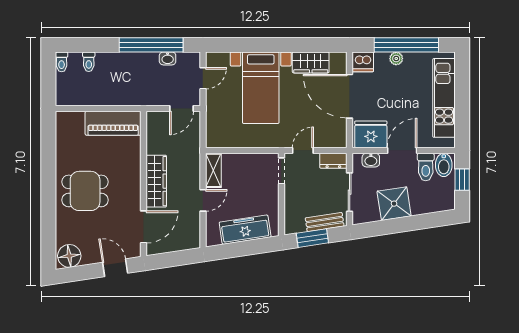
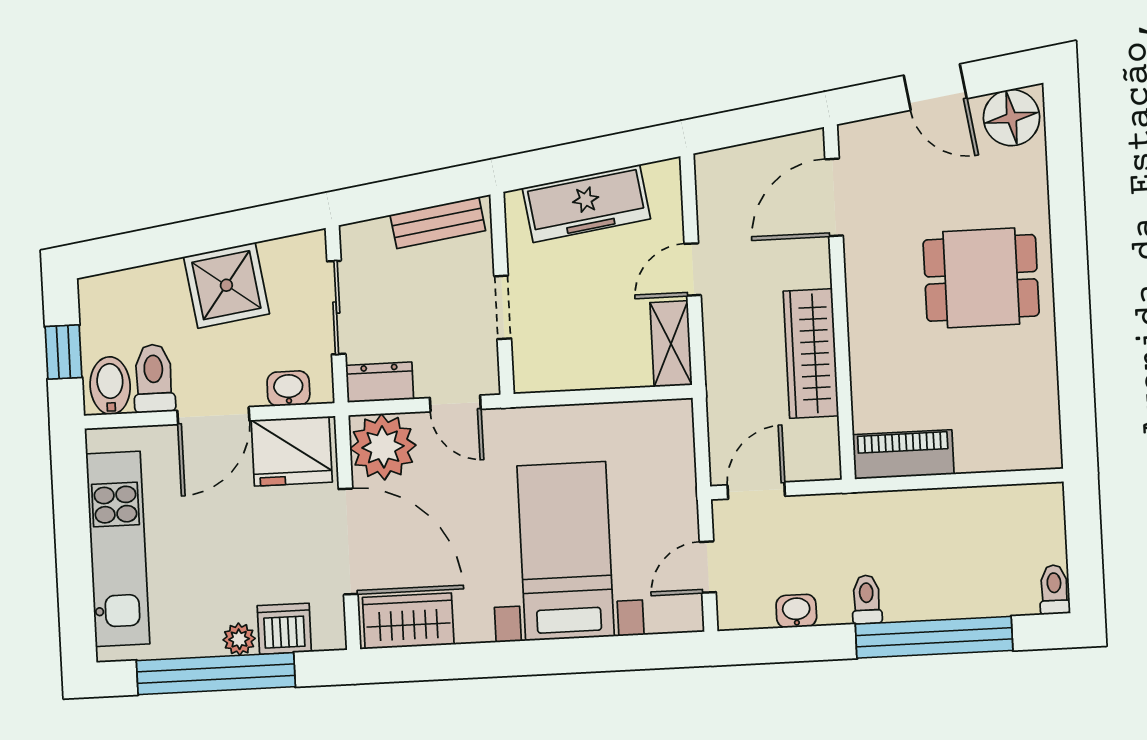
window: (151, 45) -> (934, 637), moved
toilet: (89, 62) -> (867, 599), moved
wardrobe: (311, 62) -> (408, 621), moved
dishwasher: (363, 62) -> (284, 629), moved
piano: (113, 123) -> (903, 454), width x0.73, depth x0.75
plant: (333, 134) -> (383, 447), added
door: (303, 150) -> (455, 403), hinge flipped
doorway: (281, 171) -> (503, 307), moved
wardrobe: (156, 181) -> (811, 354), moved
bench: (325, 222) -> (438, 223), moved
window: (312, 238) -> (421, 191), removed
door: (115, 268) -> (935, 87), moved

